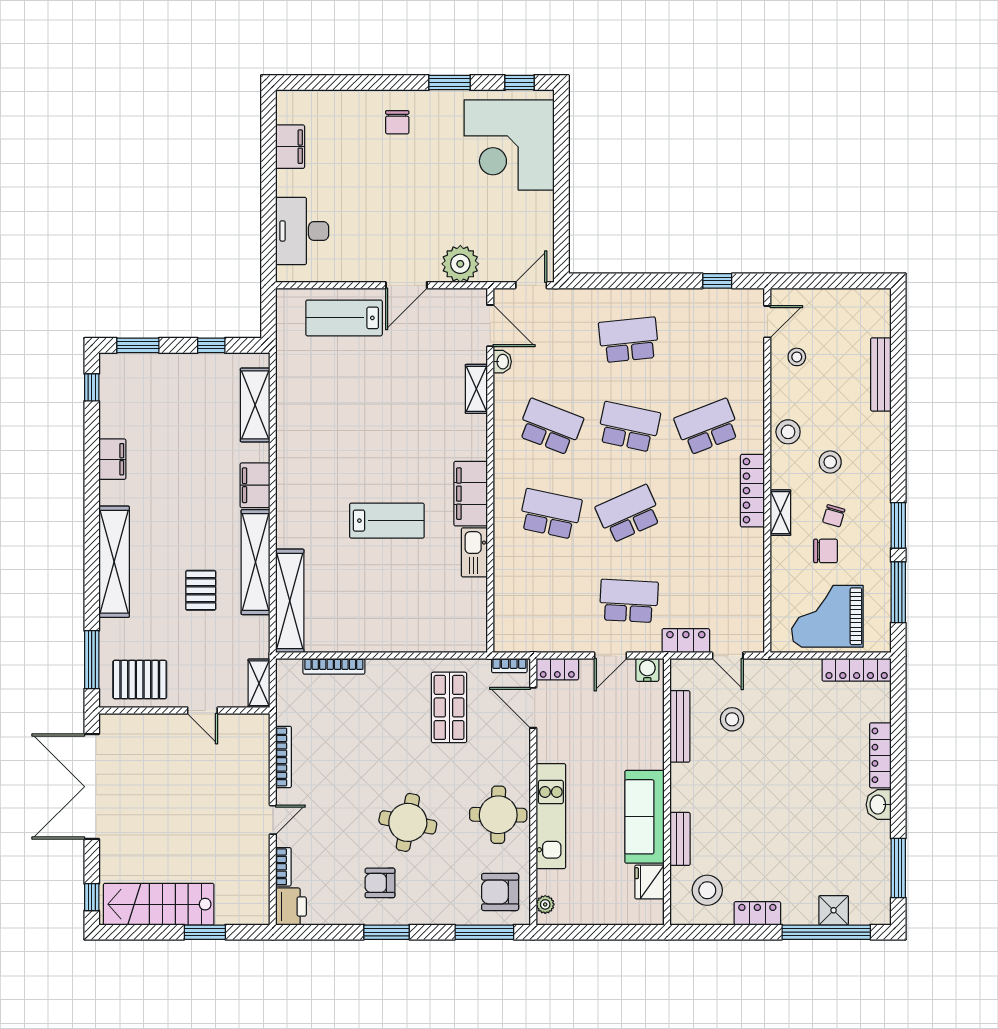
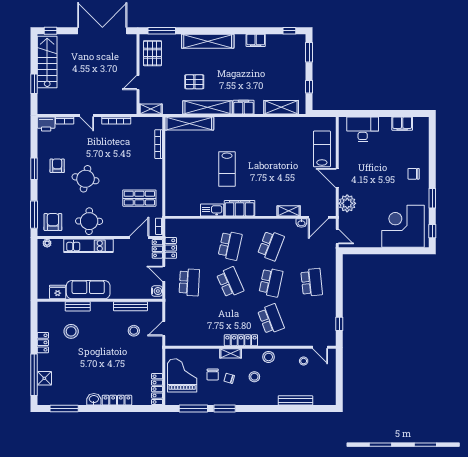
locker: (686, 641) -> (171, 248), moved
stool: (707, 890) -> (71, 331), moved

